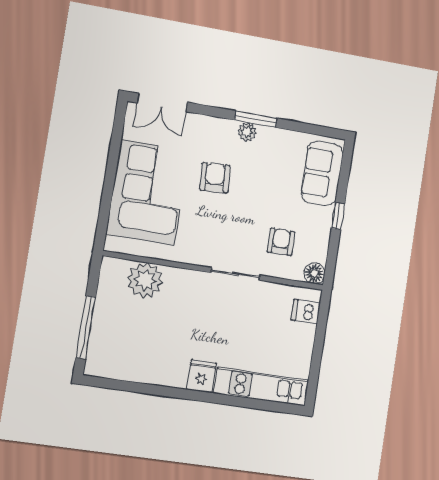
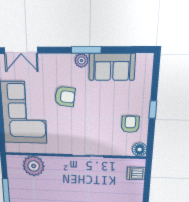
sofa: (322, 173) -> (112, 67), moved, turned -90
armchair: (215, 178) -> (65, 97), turned 101
armchair: (281, 242) -> (130, 124), moved

